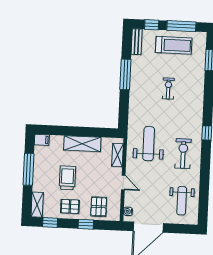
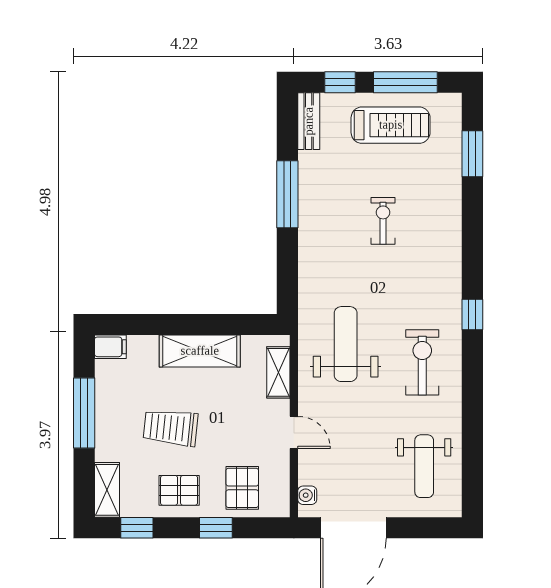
trolley: (67, 178) -> (171, 428), turned -84

